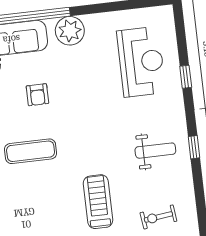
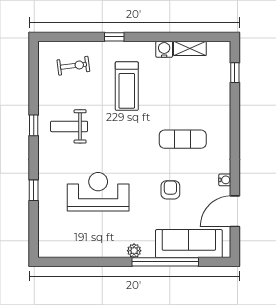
plant: (70, 31) -> (134, 251), width x0.53, depth x0.53
reception desk: (141, 62) -> (98, 192), moved, turned 90

